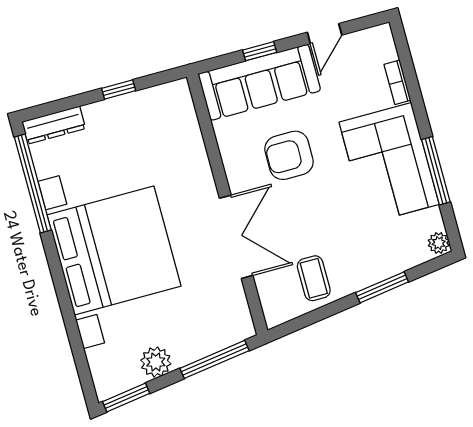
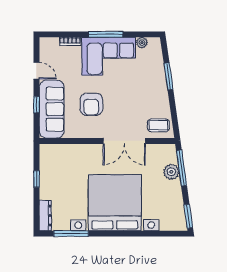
window: (436, 171) -> (106, 34), moved
window: (33, 183) -> (71, 234), width x0.68
double door: (236, 237) -> (124, 141), swing flipped
plant: (439, 243) -> (142, 43), moved
coffee table: (314, 278) -> (158, 125), moved
plant: (156, 362) -> (171, 172), moved

